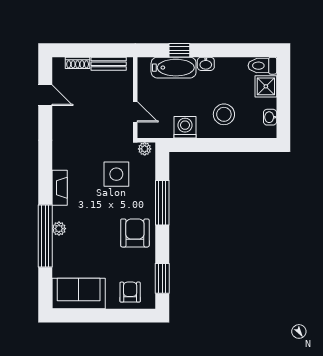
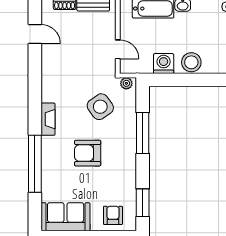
stool: (224, 114) -> (191, 62), moved
side table: (116, 174) -> (100, 107), turned -35
plant: (59, 229) -> (47, 157), removed
armchair: (135, 233) -> (88, 153), moved, turned -90

